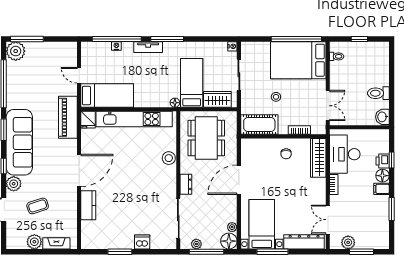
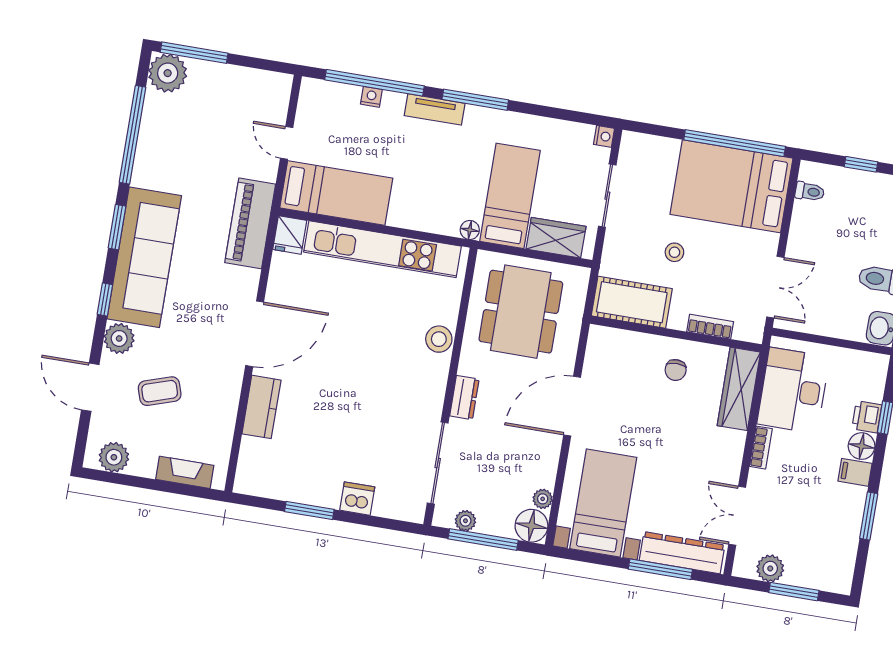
plant: (34, 242) -> (114, 457), moved
window: (272, 252) -> (660, 569), moved

